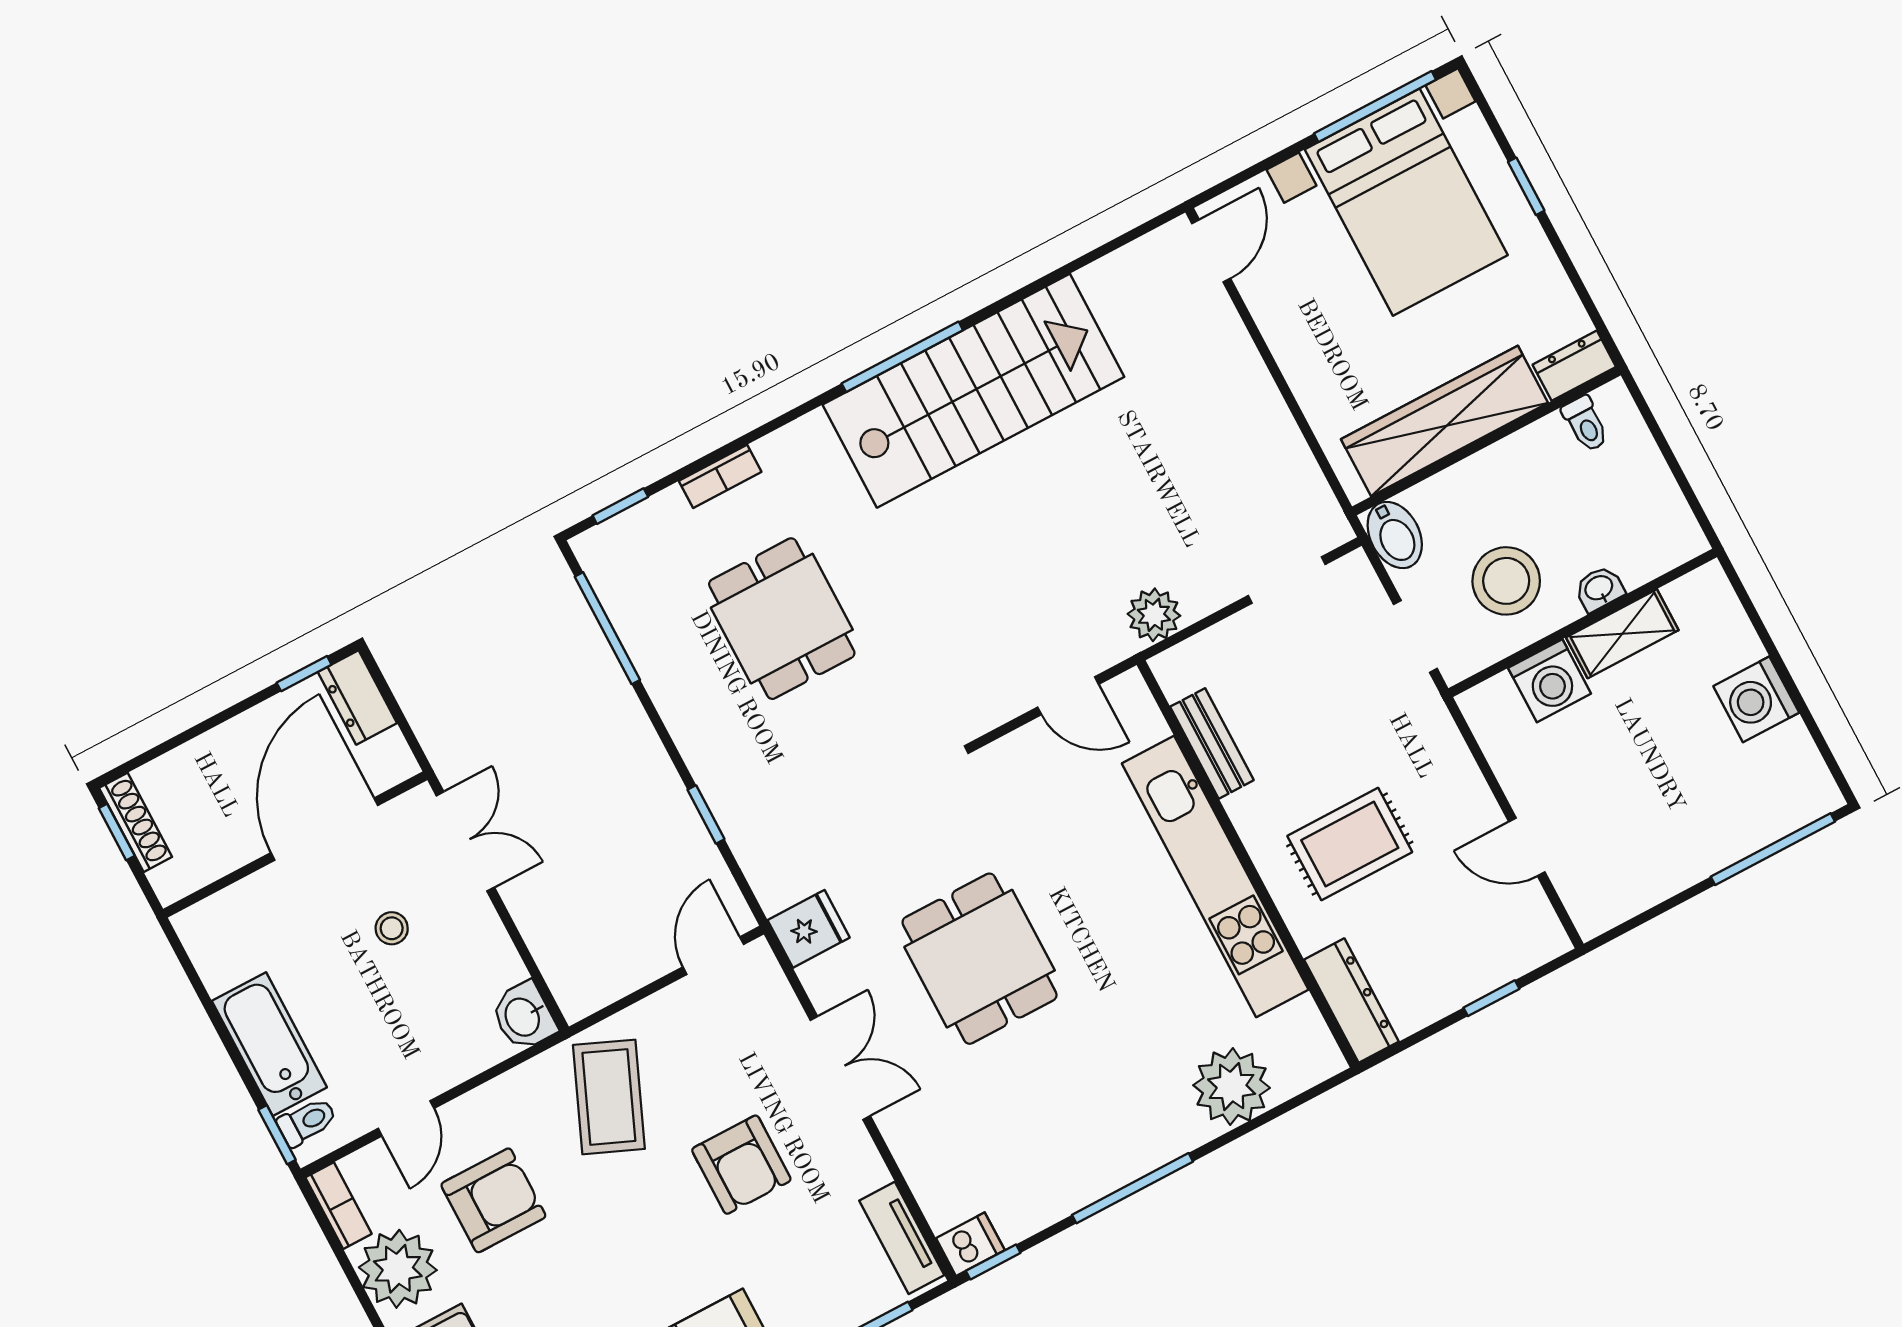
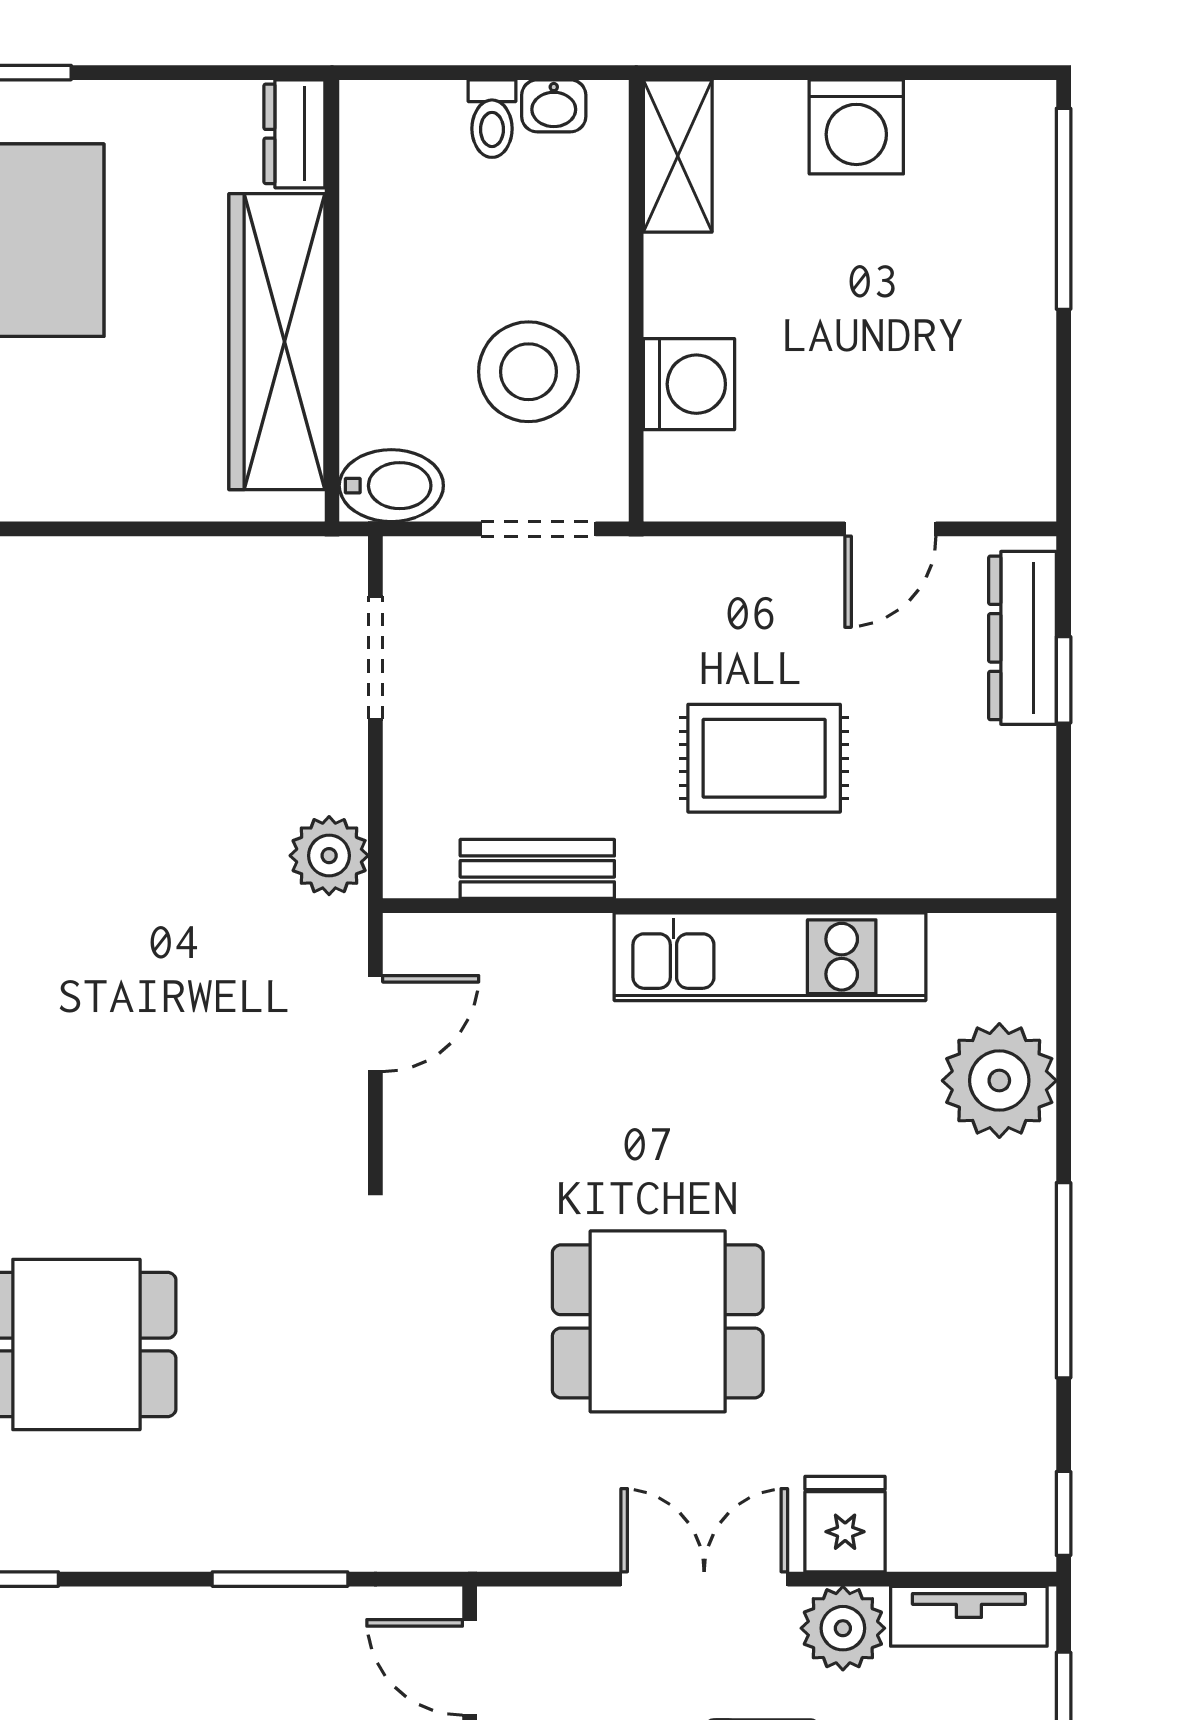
toilet: (1585, 424) -> (492, 119), moved, turned 90
washbasin: (1599, 589) -> (554, 106), moved, turned -90
shelving: (1622, 634) -> (678, 156), moved
window: (706, 814) -> (280, 1579), width x1.50
rug: (1350, 844) -> (764, 758), turned 90
kitchen unit: (1215, 876) -> (770, 957), width x0.73
fridge: (809, 929) -> (845, 1524), moved
dresser: (1351, 1001) -> (1022, 638), moved, turned -90
plant: (855, 1166) -> (843, 1628), added
dishwasher: (970, 1244) -> (1025, 1531), removed

